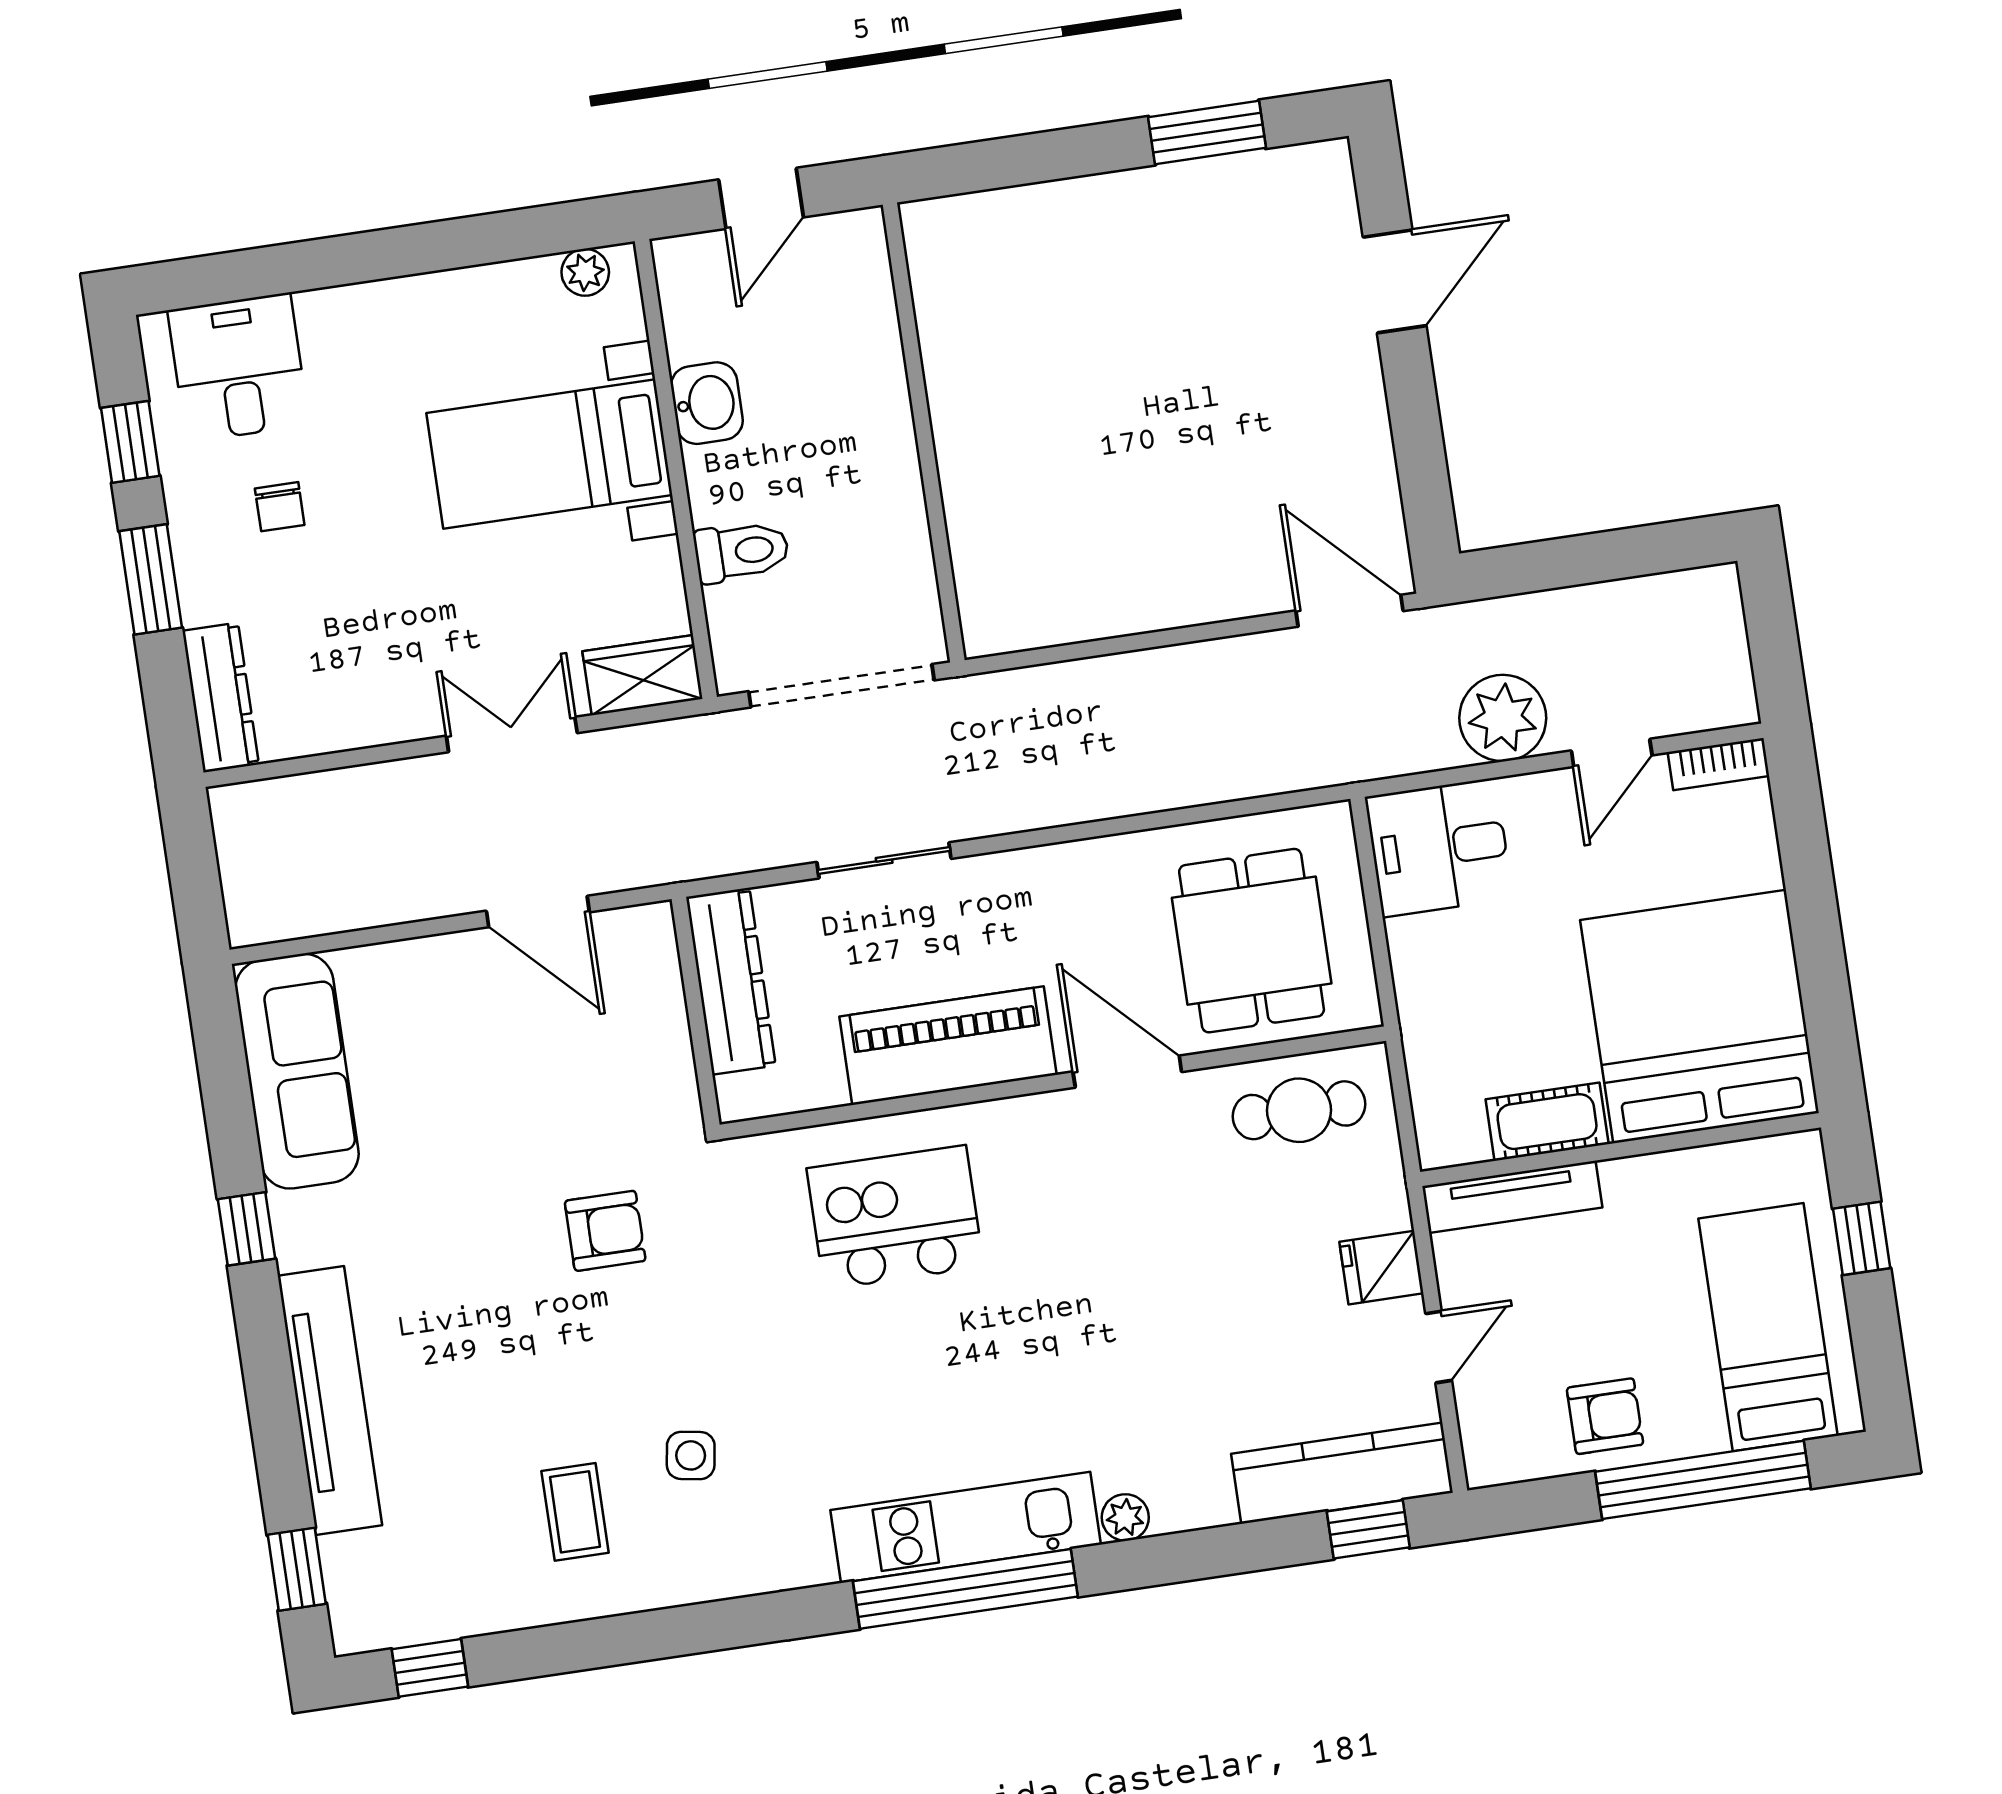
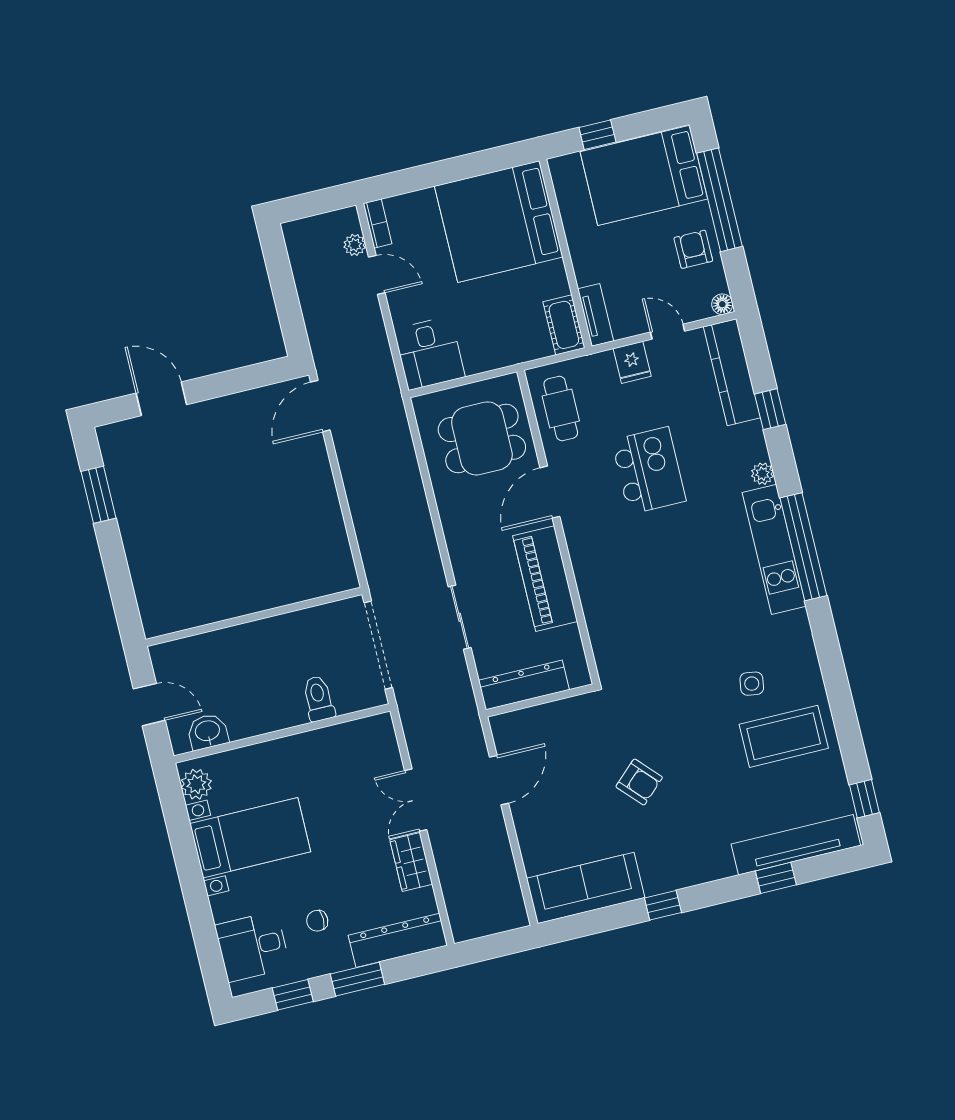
plant: (585, 272) -> (196, 784), width x1.38, depth x1.38
washbasin: (707, 403) -> (208, 732), moved
bed with nightstands: (549, 454) -> (250, 838), moved, turned -90
chair: (280, 507) -> (317, 921), turned 180
wardrobe: (642, 675) -> (411, 862), moved
dresser: (221, 698) -> (398, 940), width x1.37, depth x1.24
plant: (1503, 718) -> (355, 245), moved, width x0.53, depth x0.53
cot: (1547, 1122) -> (564, 325), moved
tv unit: (1512, 1197) -> (596, 315), width x0.71
kitchen island: (895, 1217) -> (649, 470), moved, turned 180
armchair: (605, 1231) -> (639, 782), moved, turned 137
bed: (1768, 1327) -> (644, 175), width x1.50
tv unit: (330, 1401) -> (796, 845), moved
floor lamp: (1485, 1466) -> (722, 304), added
coffee table: (575, 1512) -> (784, 736), width x1.86, depth x1.72
window: (1368, 1529) -> (770, 409), moved
window: (297, 1569) -> (776, 878), moved

